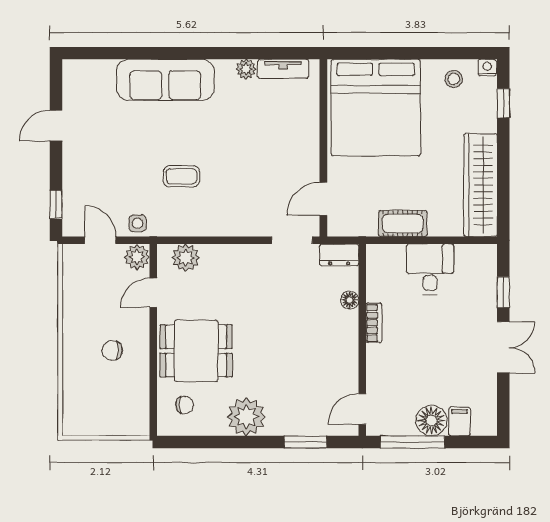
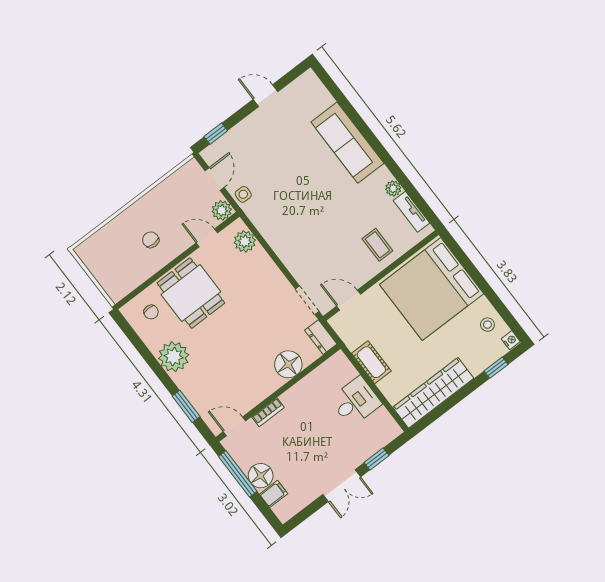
coffee table: (181, 176) -> (377, 245), moved
floor lamp: (350, 300) -> (288, 364), width x1.89, depth x1.89
bookcase: (374, 323) -> (268, 412), moved

